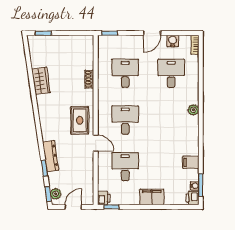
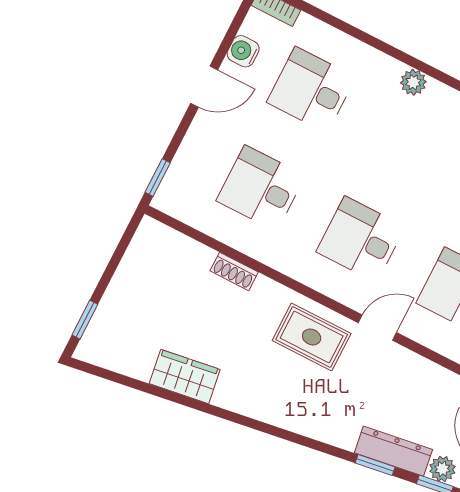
door: (152, 33) -> (204, 87), hinge flipped
dresser: (51, 156) -> (393, 451), moved

